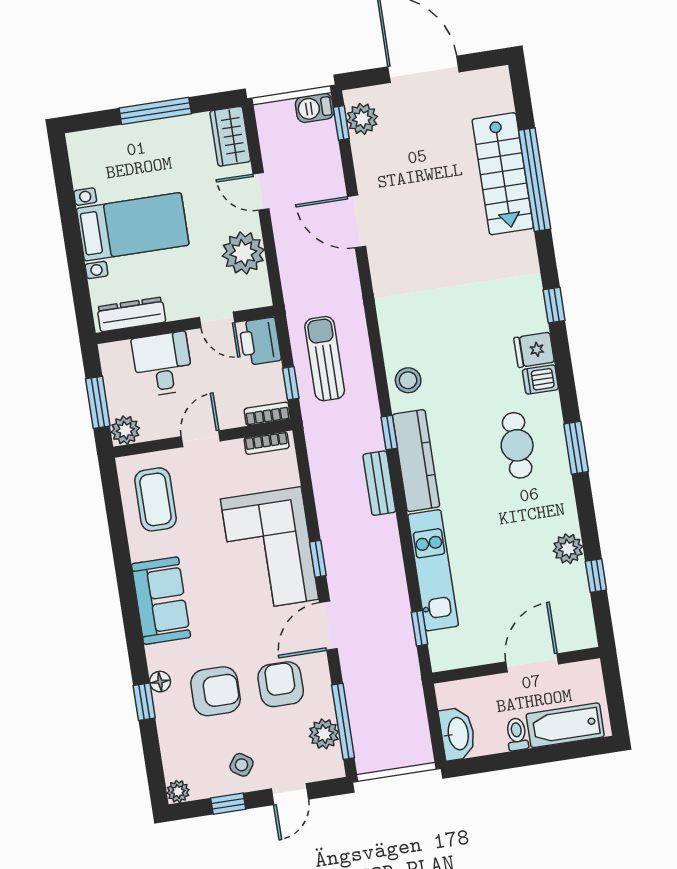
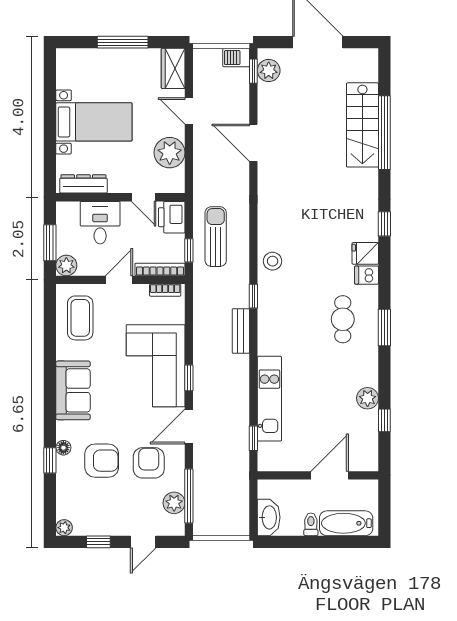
bookcase: (267, 414) -> (160, 269), width x1.56
kitchen counter: (416, 461) -> (269, 319), removed
side table: (242, 765) -> (112, 516), removed

